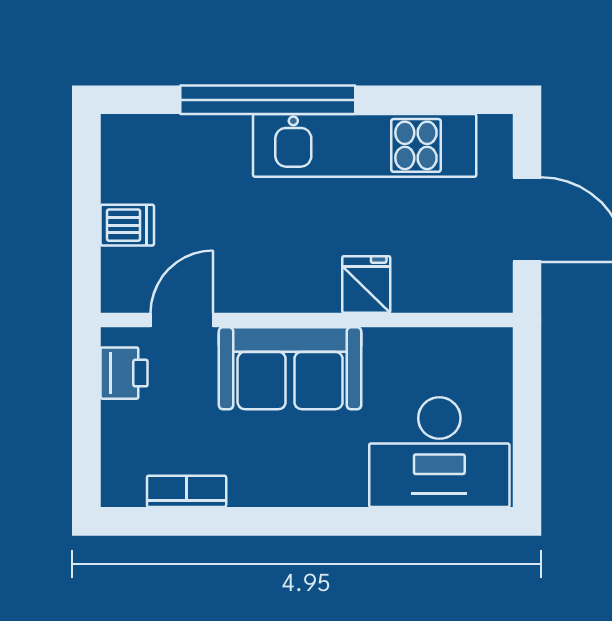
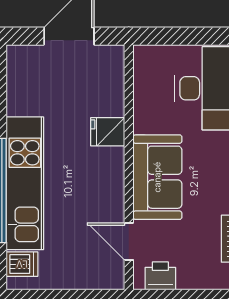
kitchen unit: (365, 145) -> (25, 183), moved
dishwasher: (127, 225) -> (22, 264), moved, turned 90

